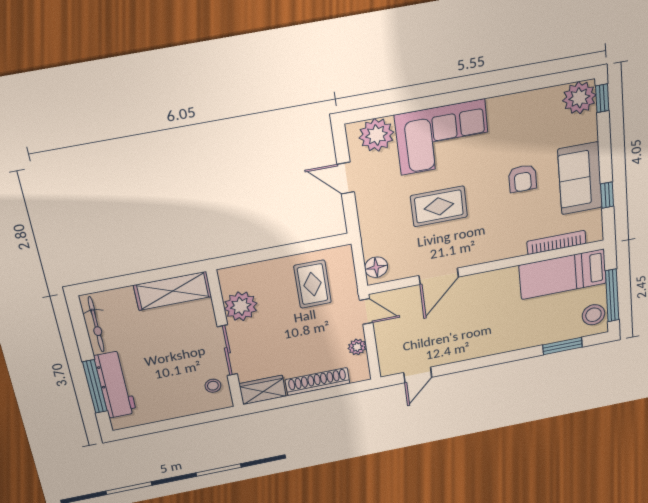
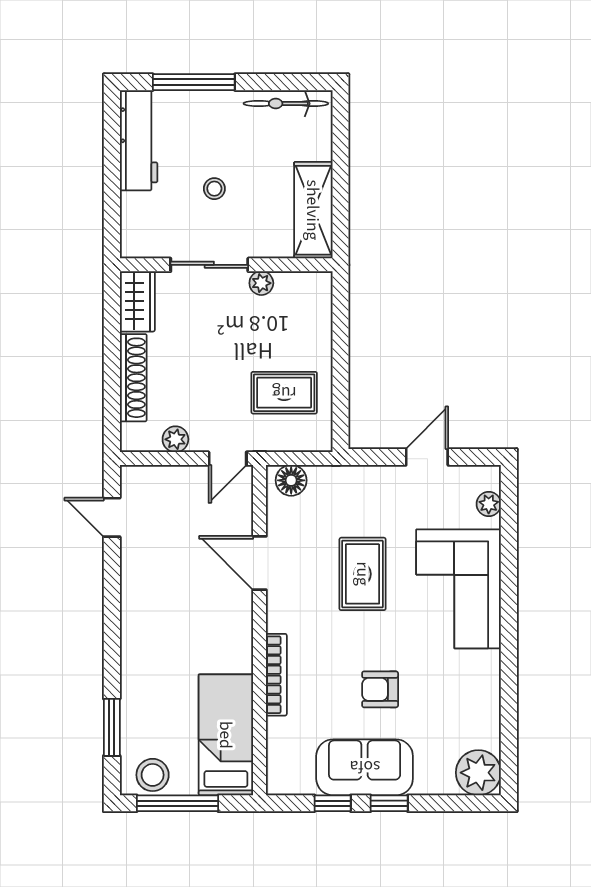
window: (602, 98) -> (389, 803), moved
plant: (376, 135) -> (489, 504), width x0.53, depth x0.53
bookcase: (556, 242) -> (276, 675), moved
plant: (241, 306) -> (261, 283), width x0.53, depth x0.53
workbench: (115, 385) -> (139, 140), moved, turned -90
stool: (213, 386) -> (214, 189), moved

